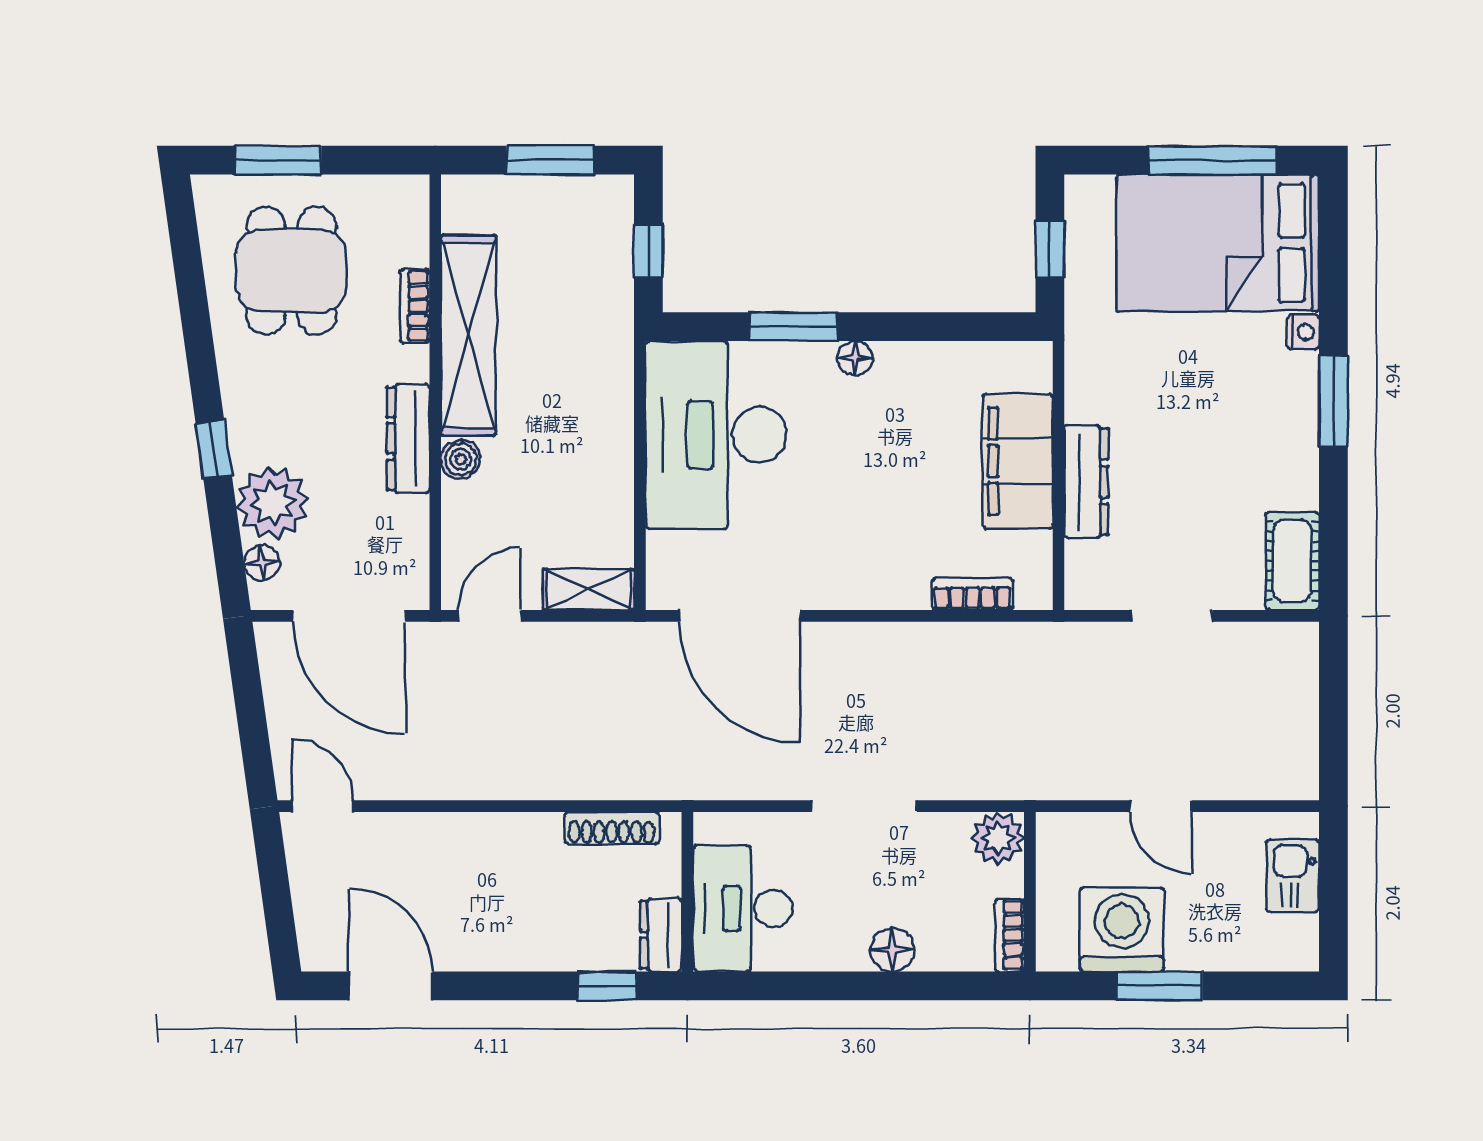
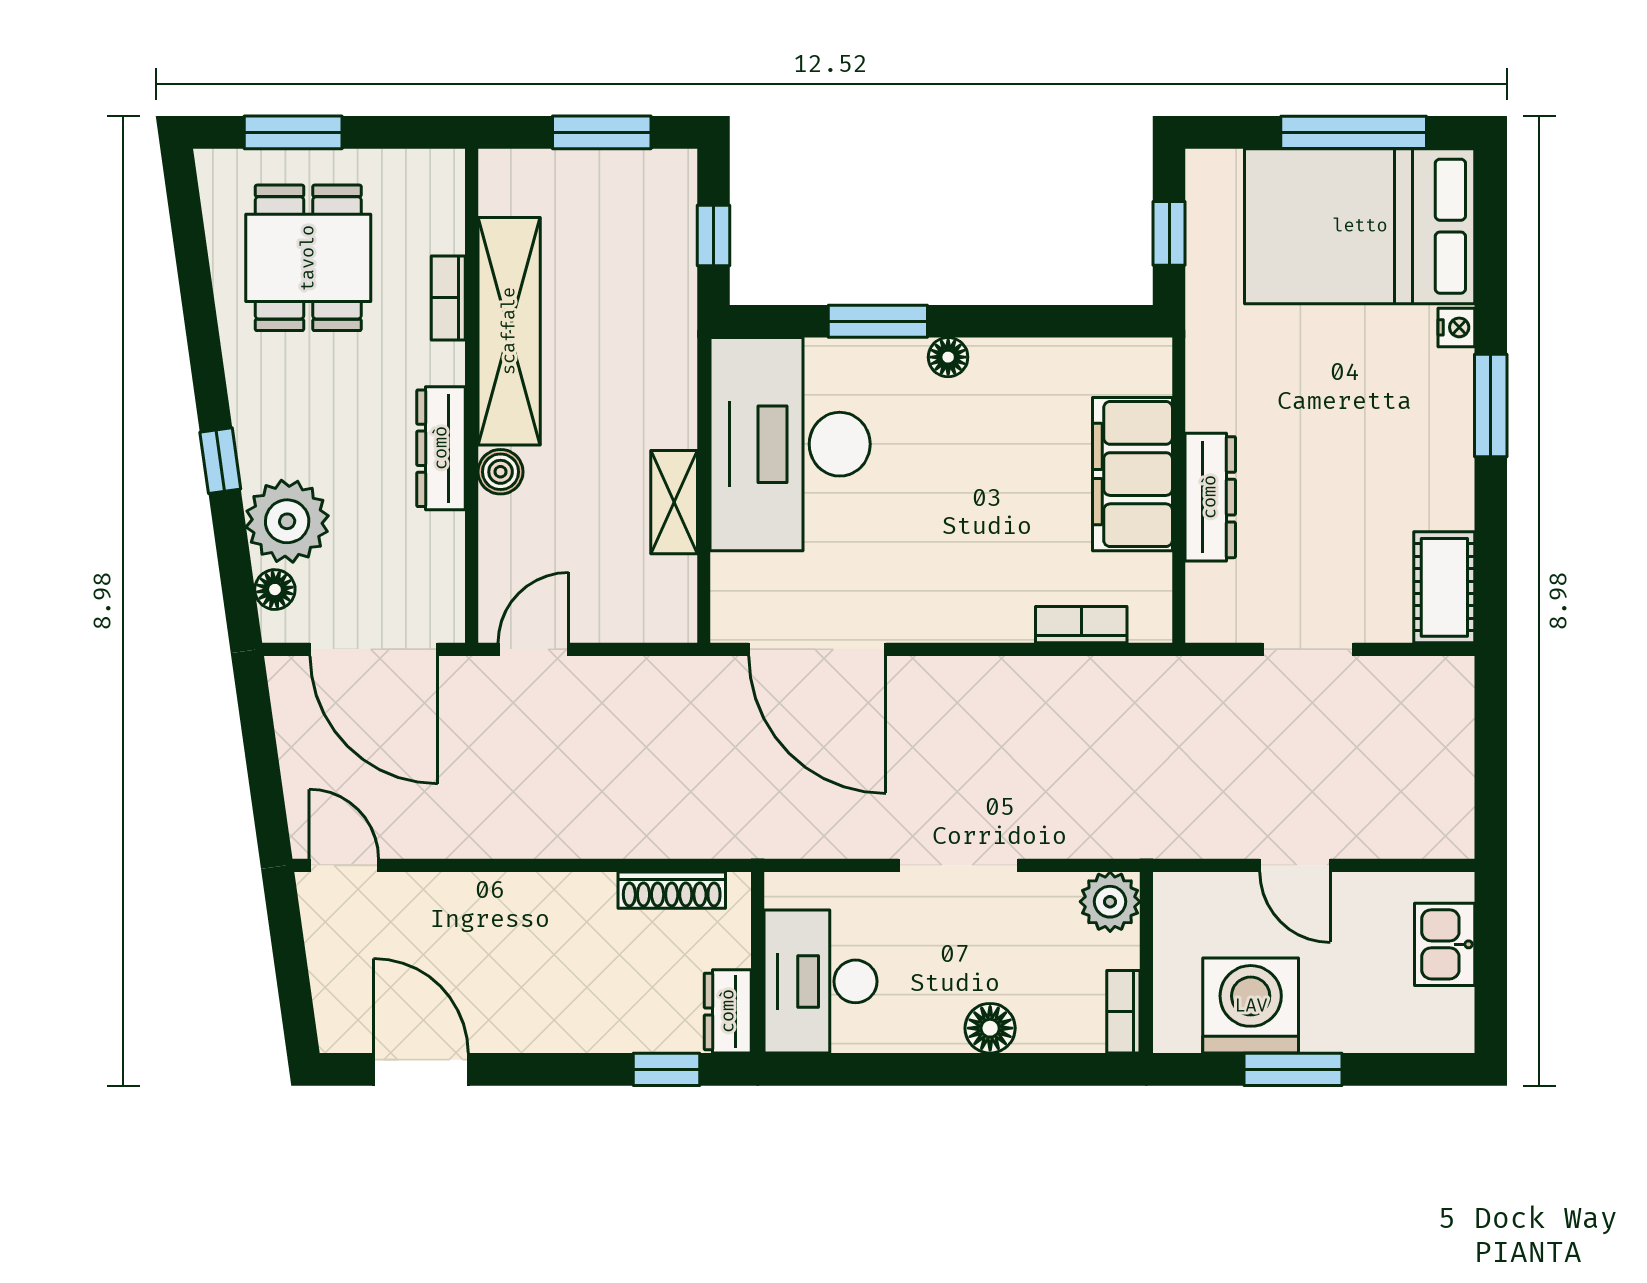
shelving: (589, 590) -> (674, 502), moved, turned 90

